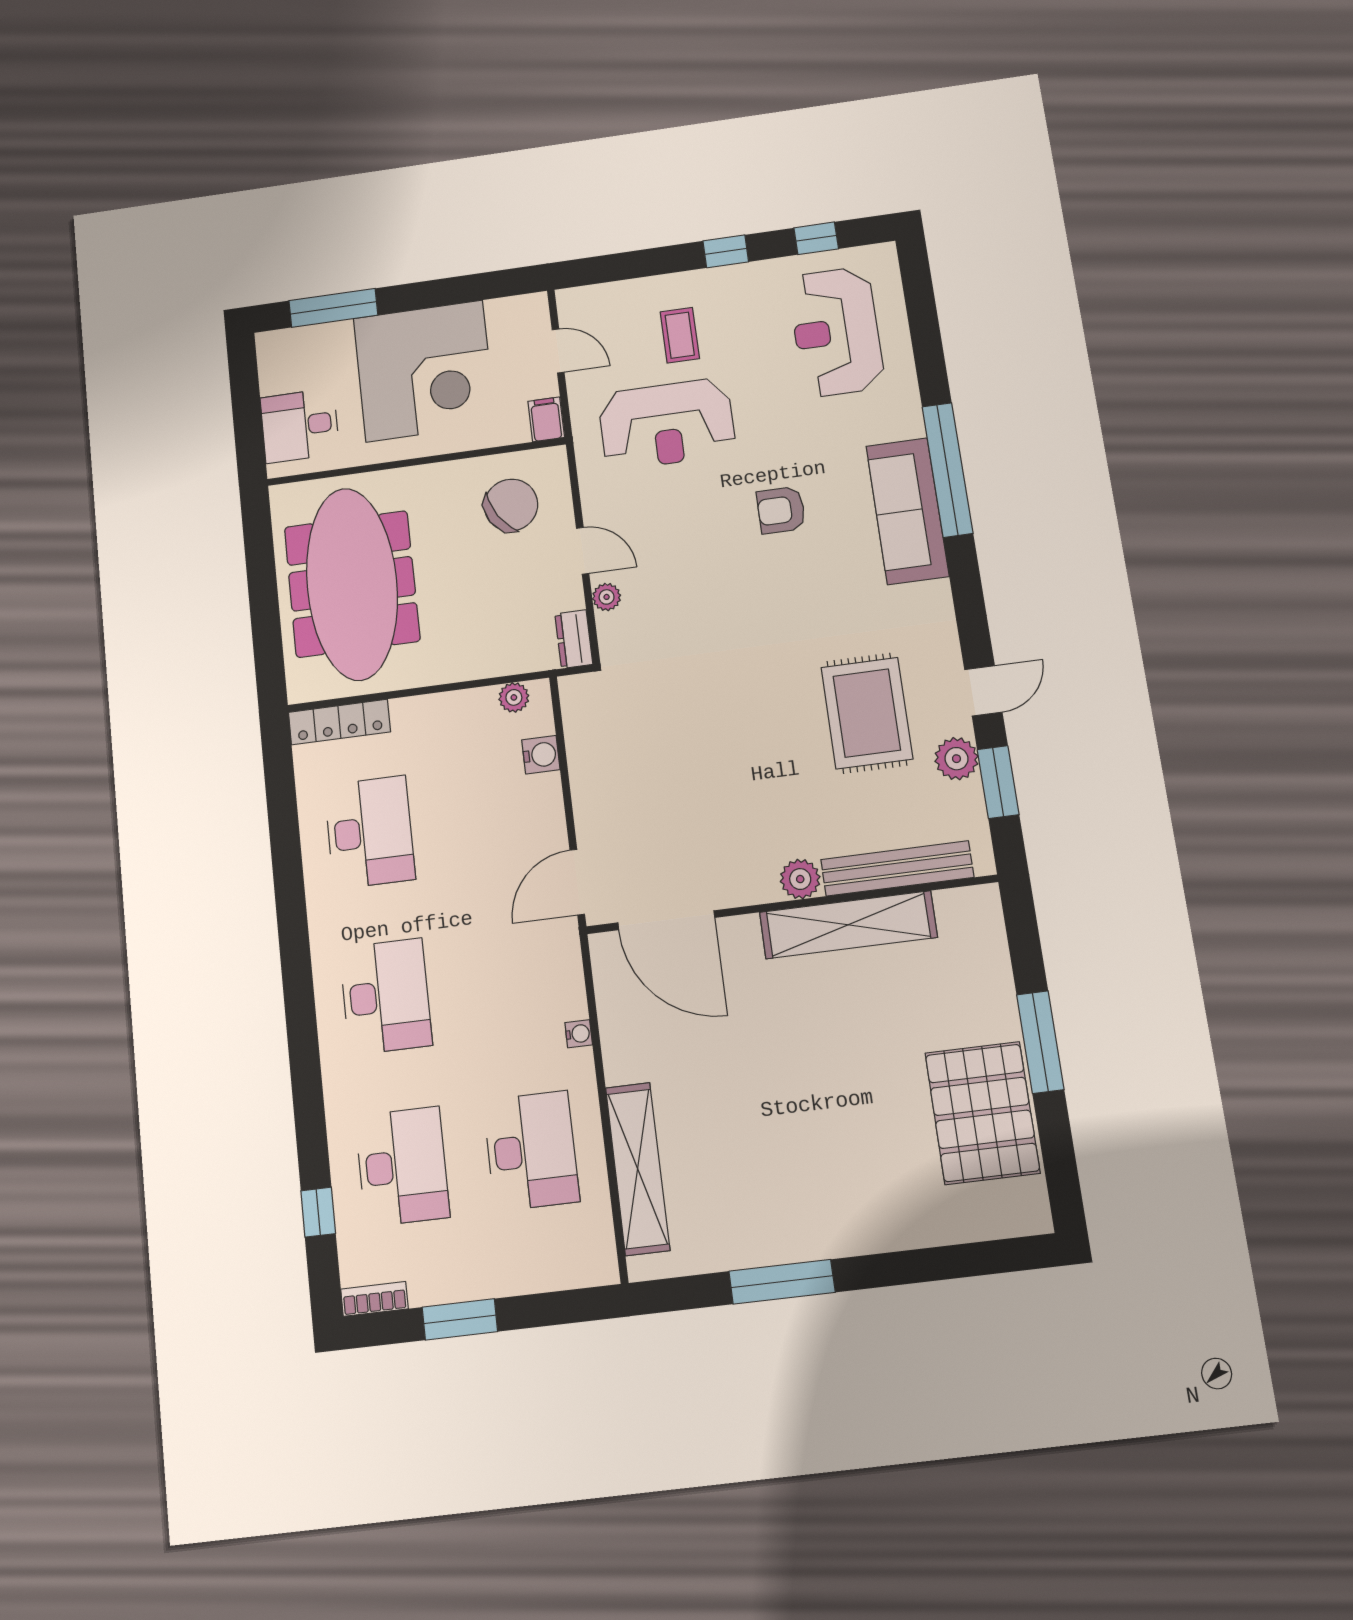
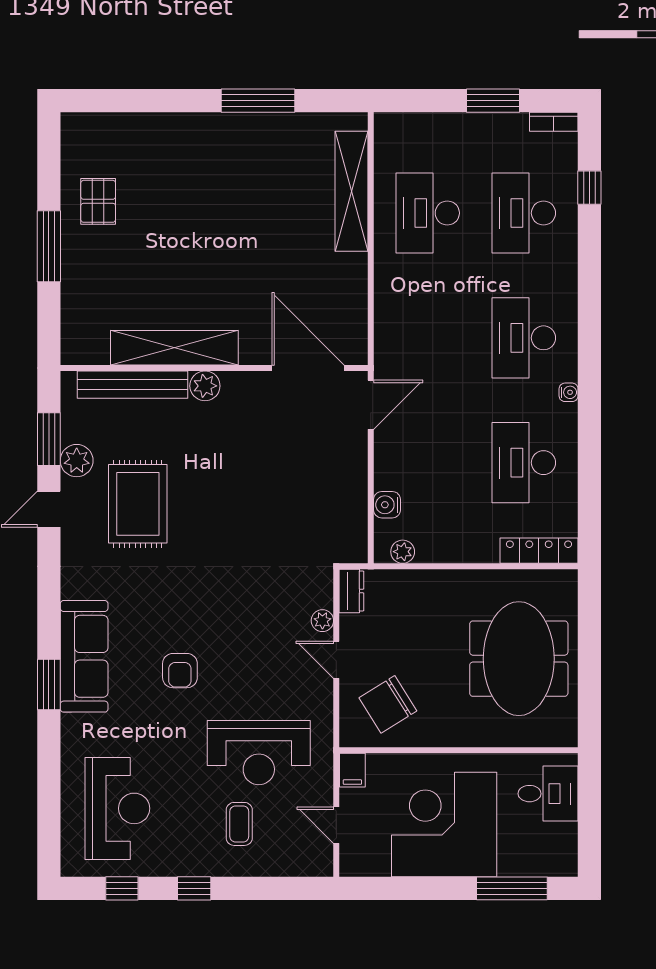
reception desk: (667, 424) -> (259, 753), turned 180
window: (947, 470) -> (49, 685), width x0.47
armchair: (781, 510) -> (180, 671), turned 90
meeting table: (352, 584) -> (519, 659), width x0.73
water cooler: (579, 1034) -> (569, 392), moved, turned 180
pallet: (982, 1113) -> (98, 201), width x0.49, depth x0.50

